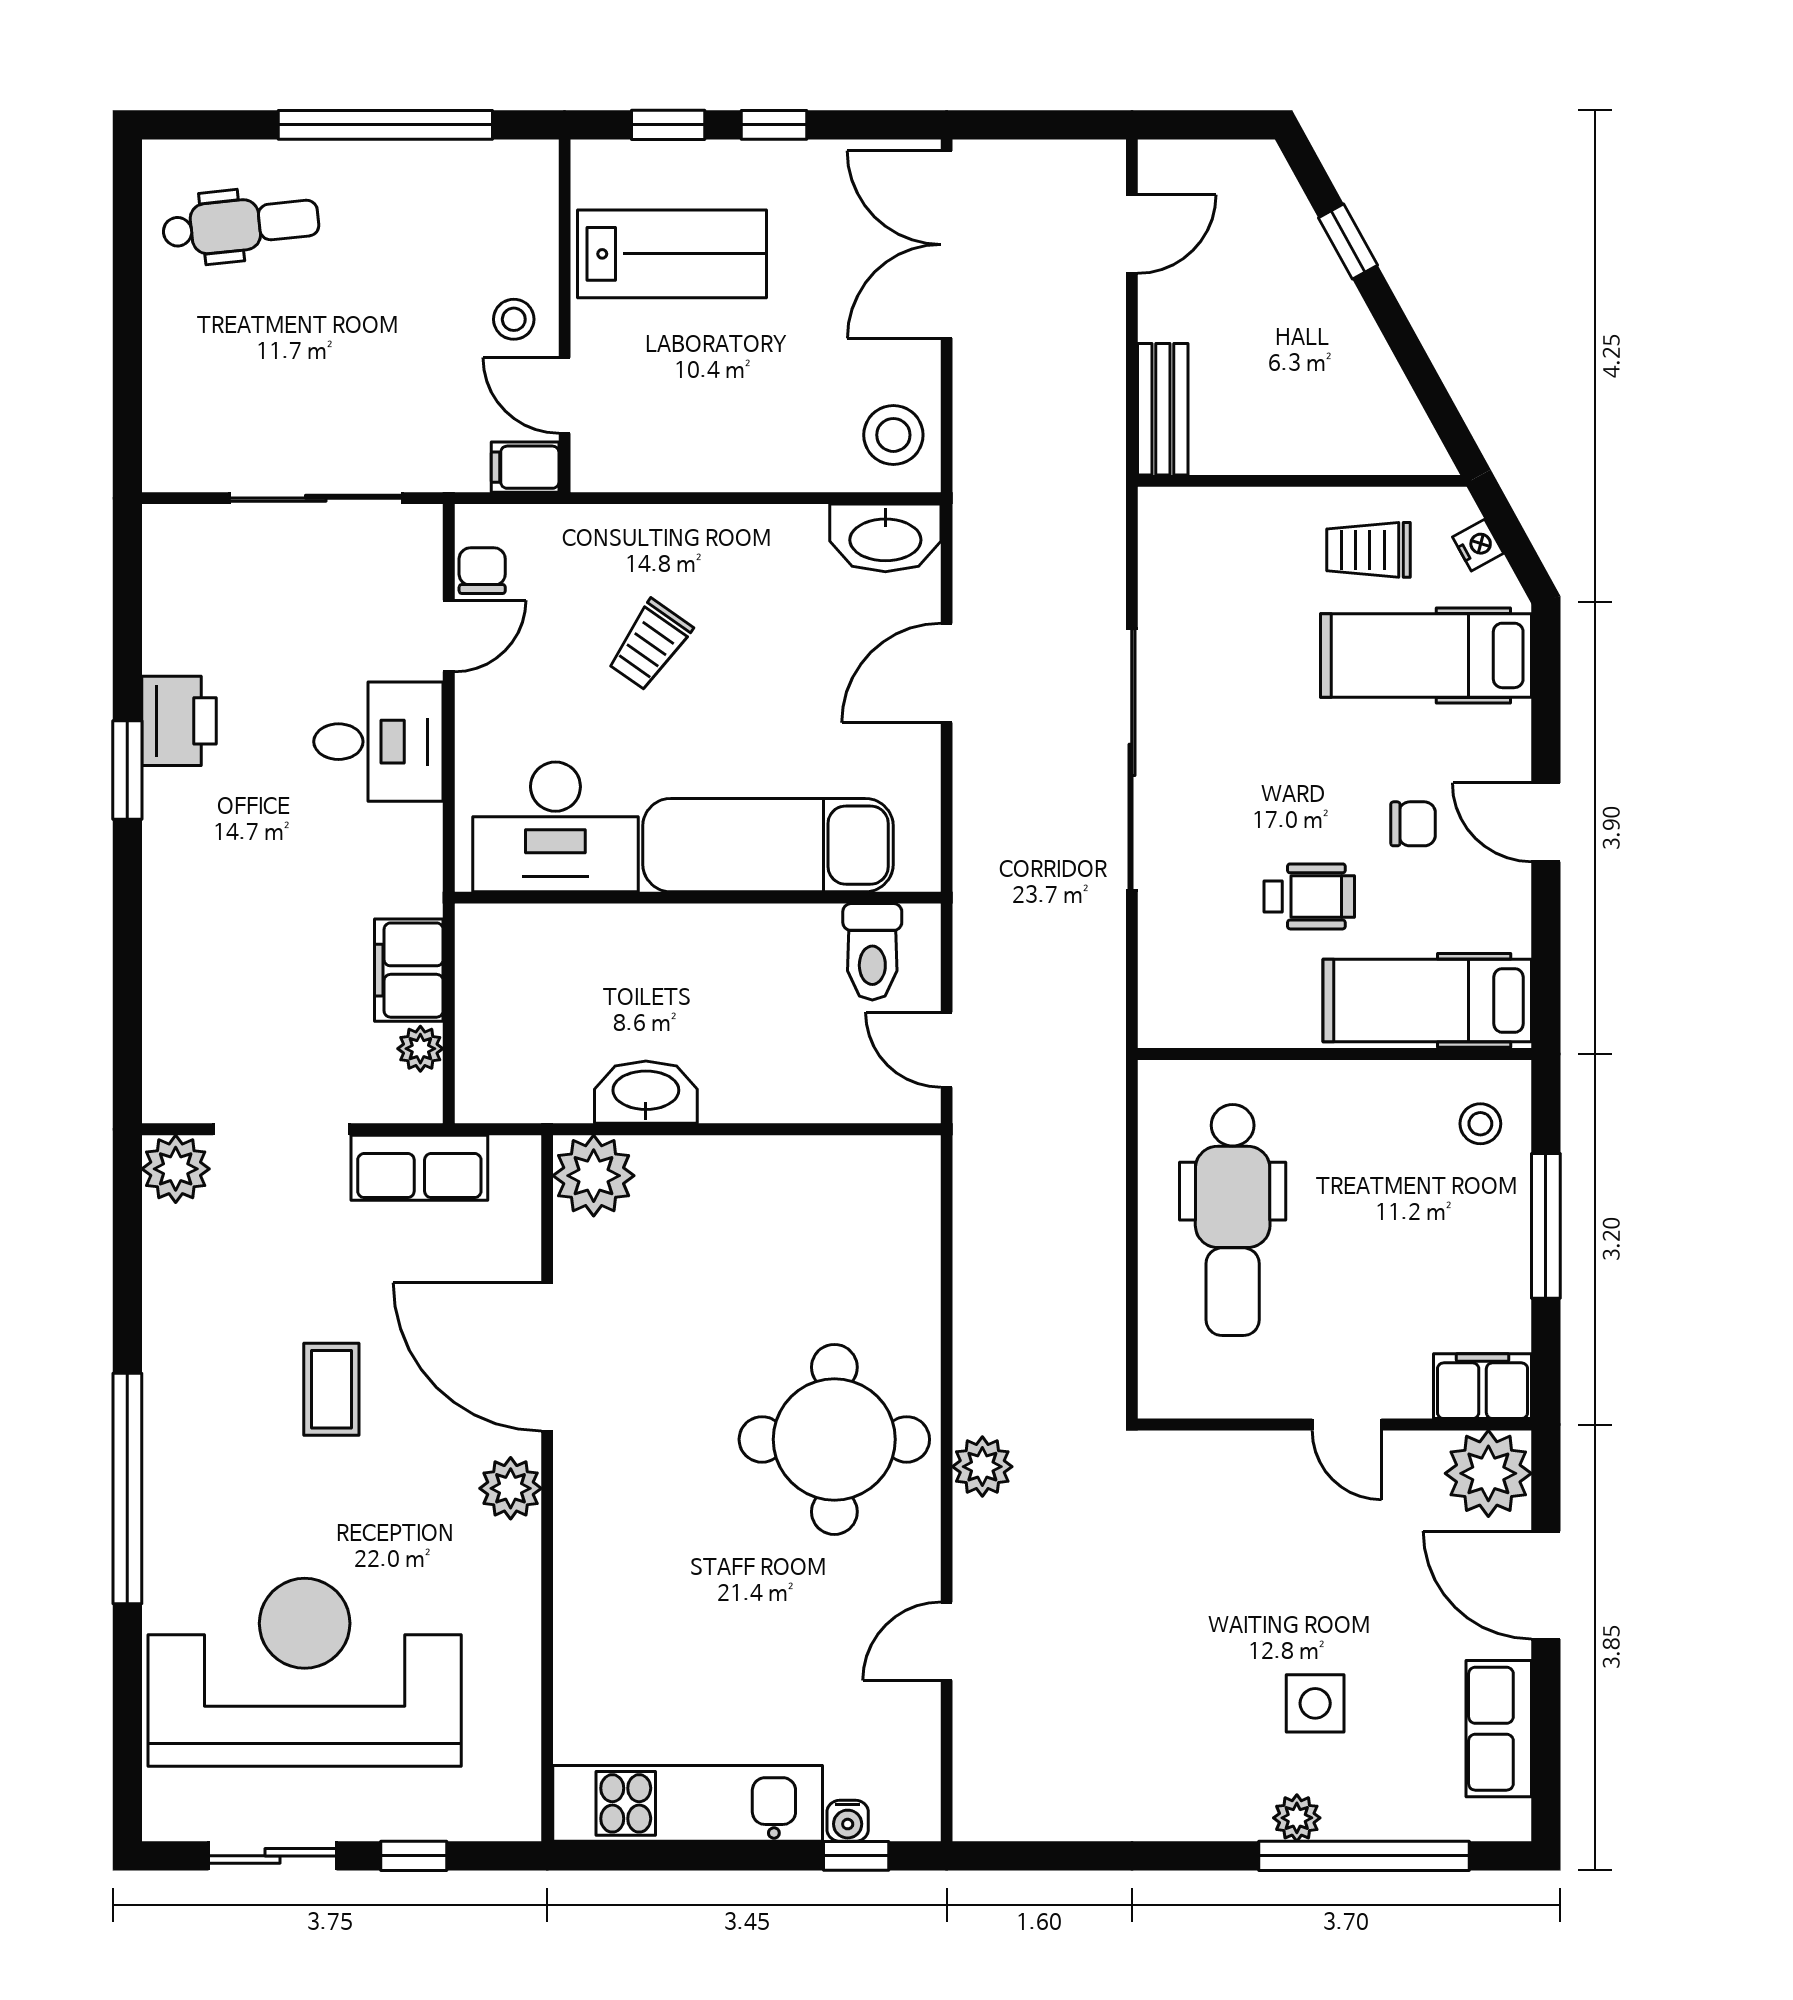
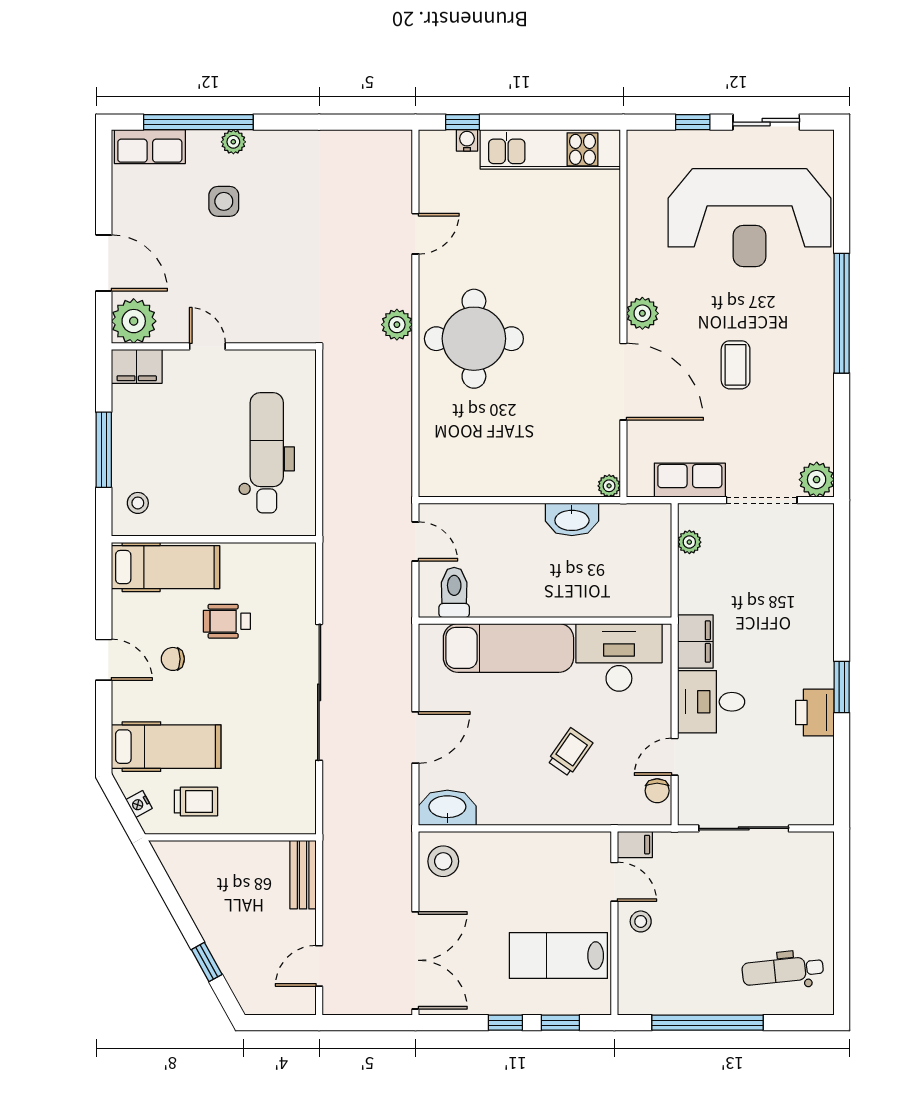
filing cabinet: (409, 970) -> (695, 642), moved
plant: (594, 1176) -> (609, 486), width x0.53, depth x0.53
row of seats: (1499, 1729) -> (150, 147), moved, turned 90

